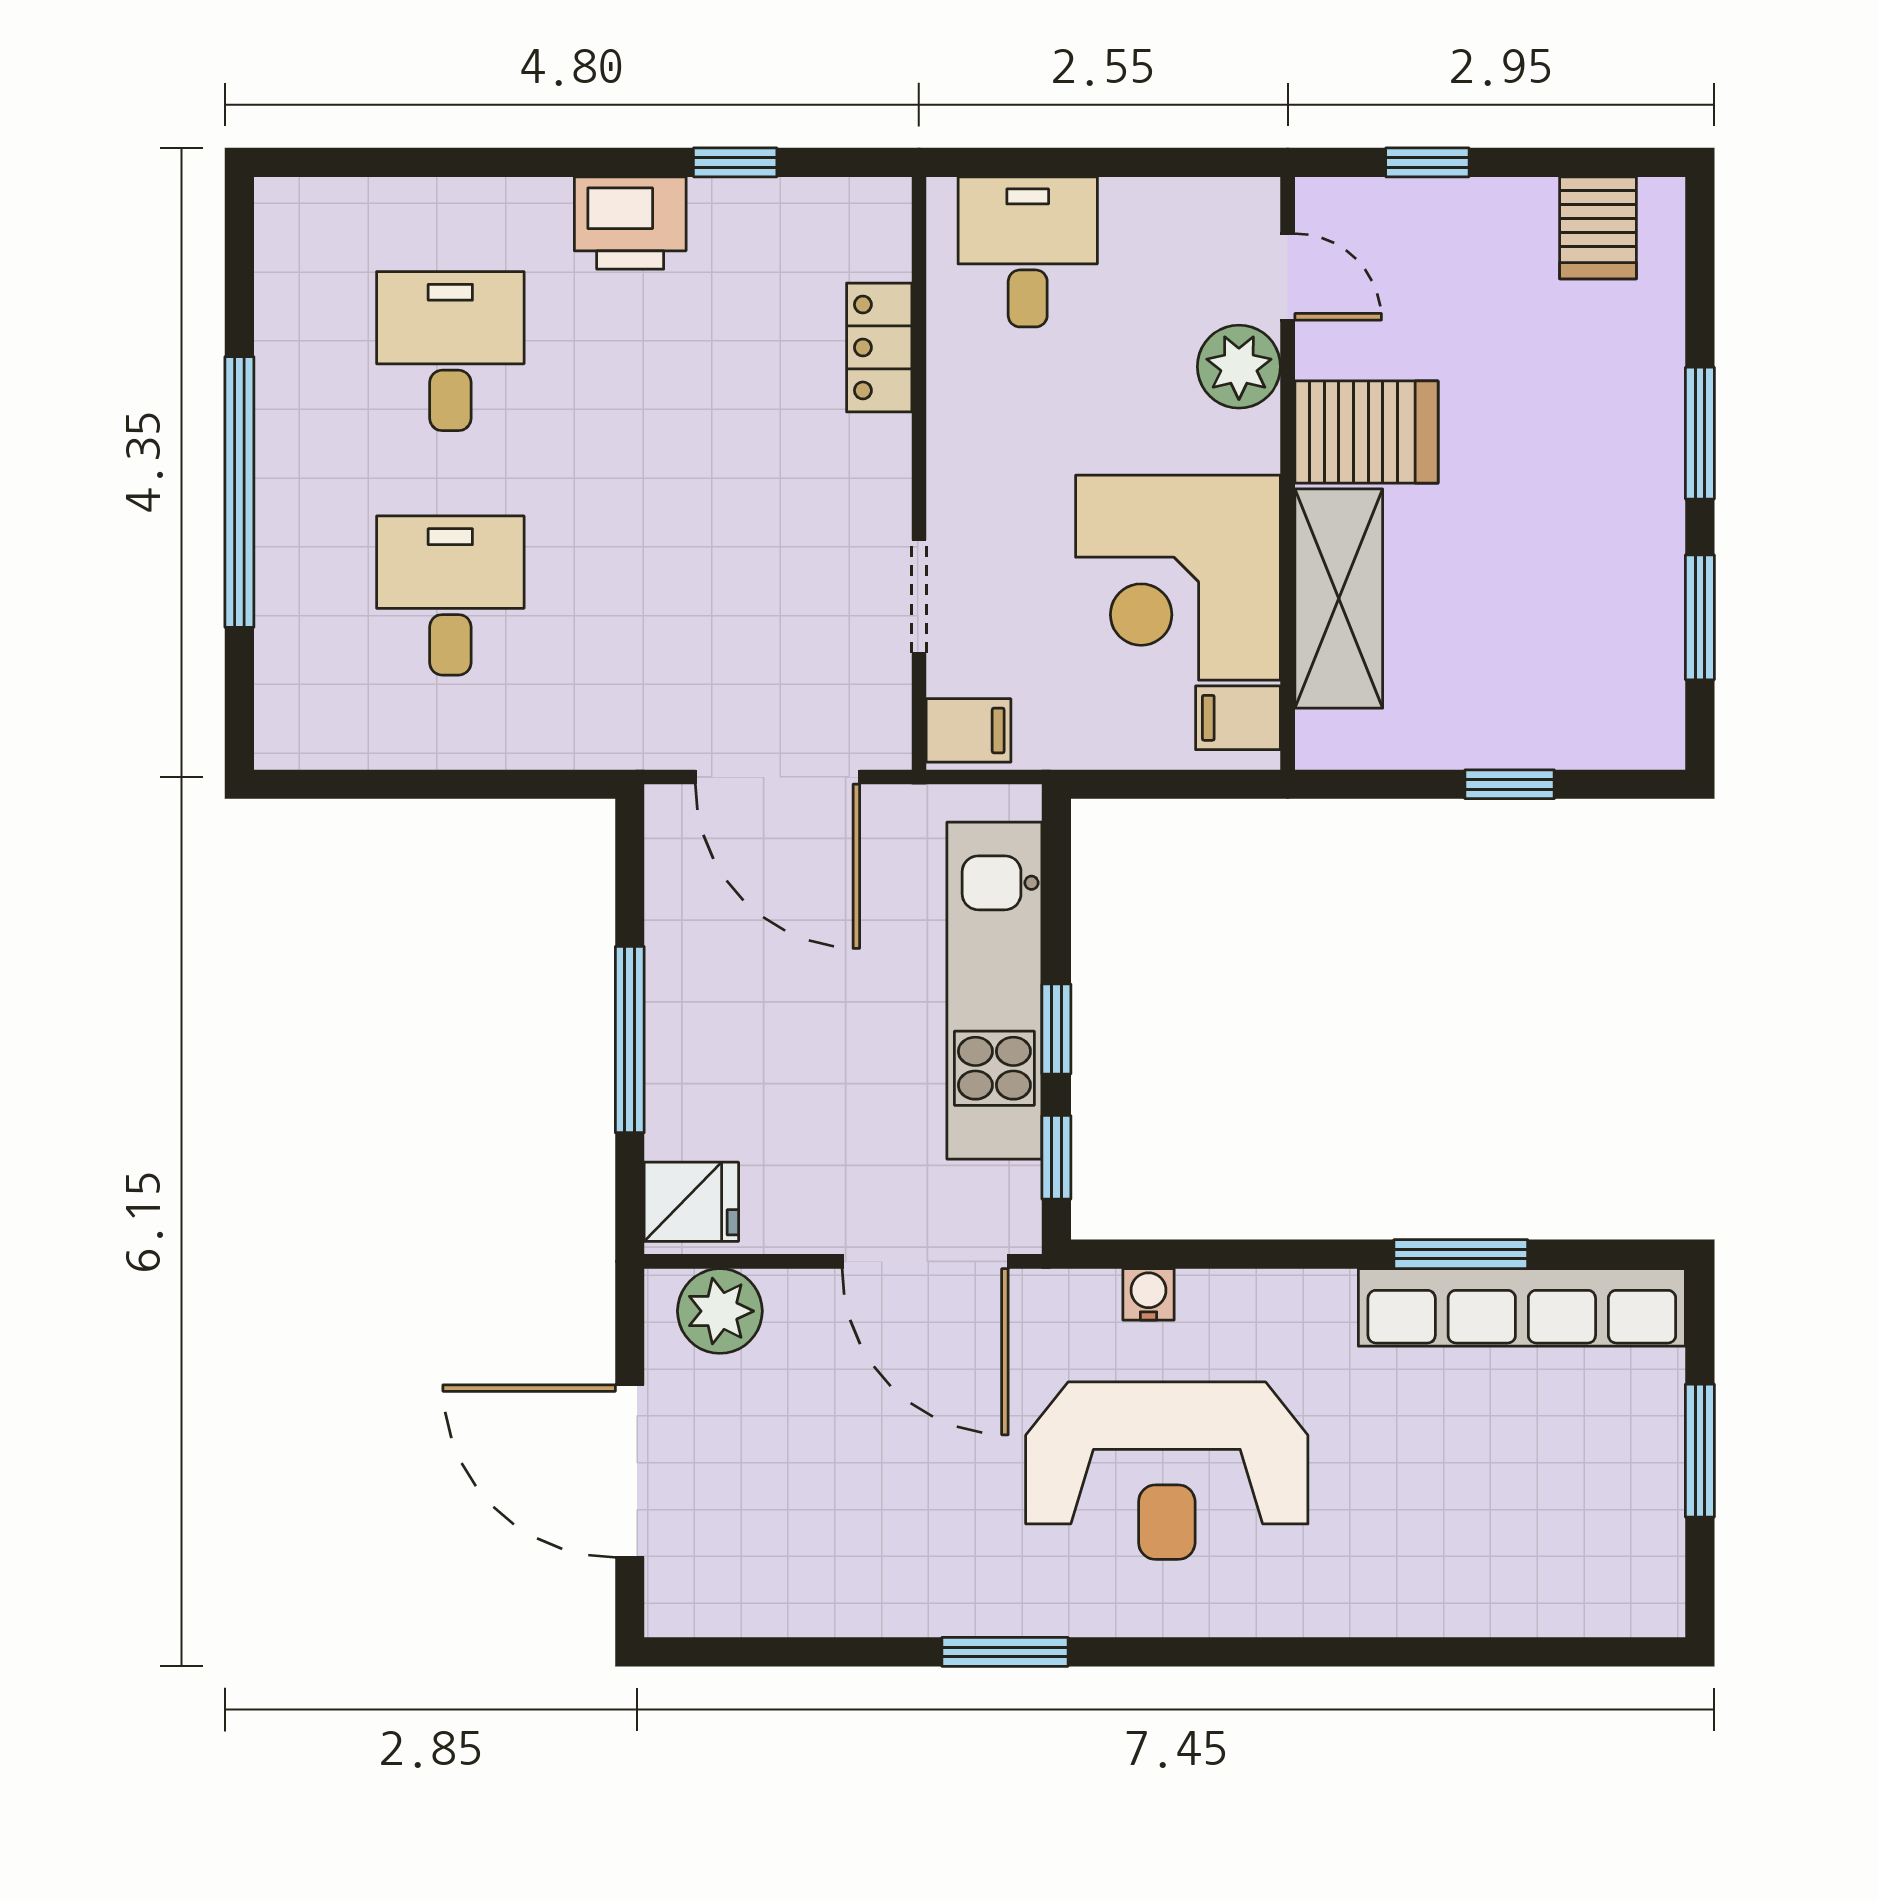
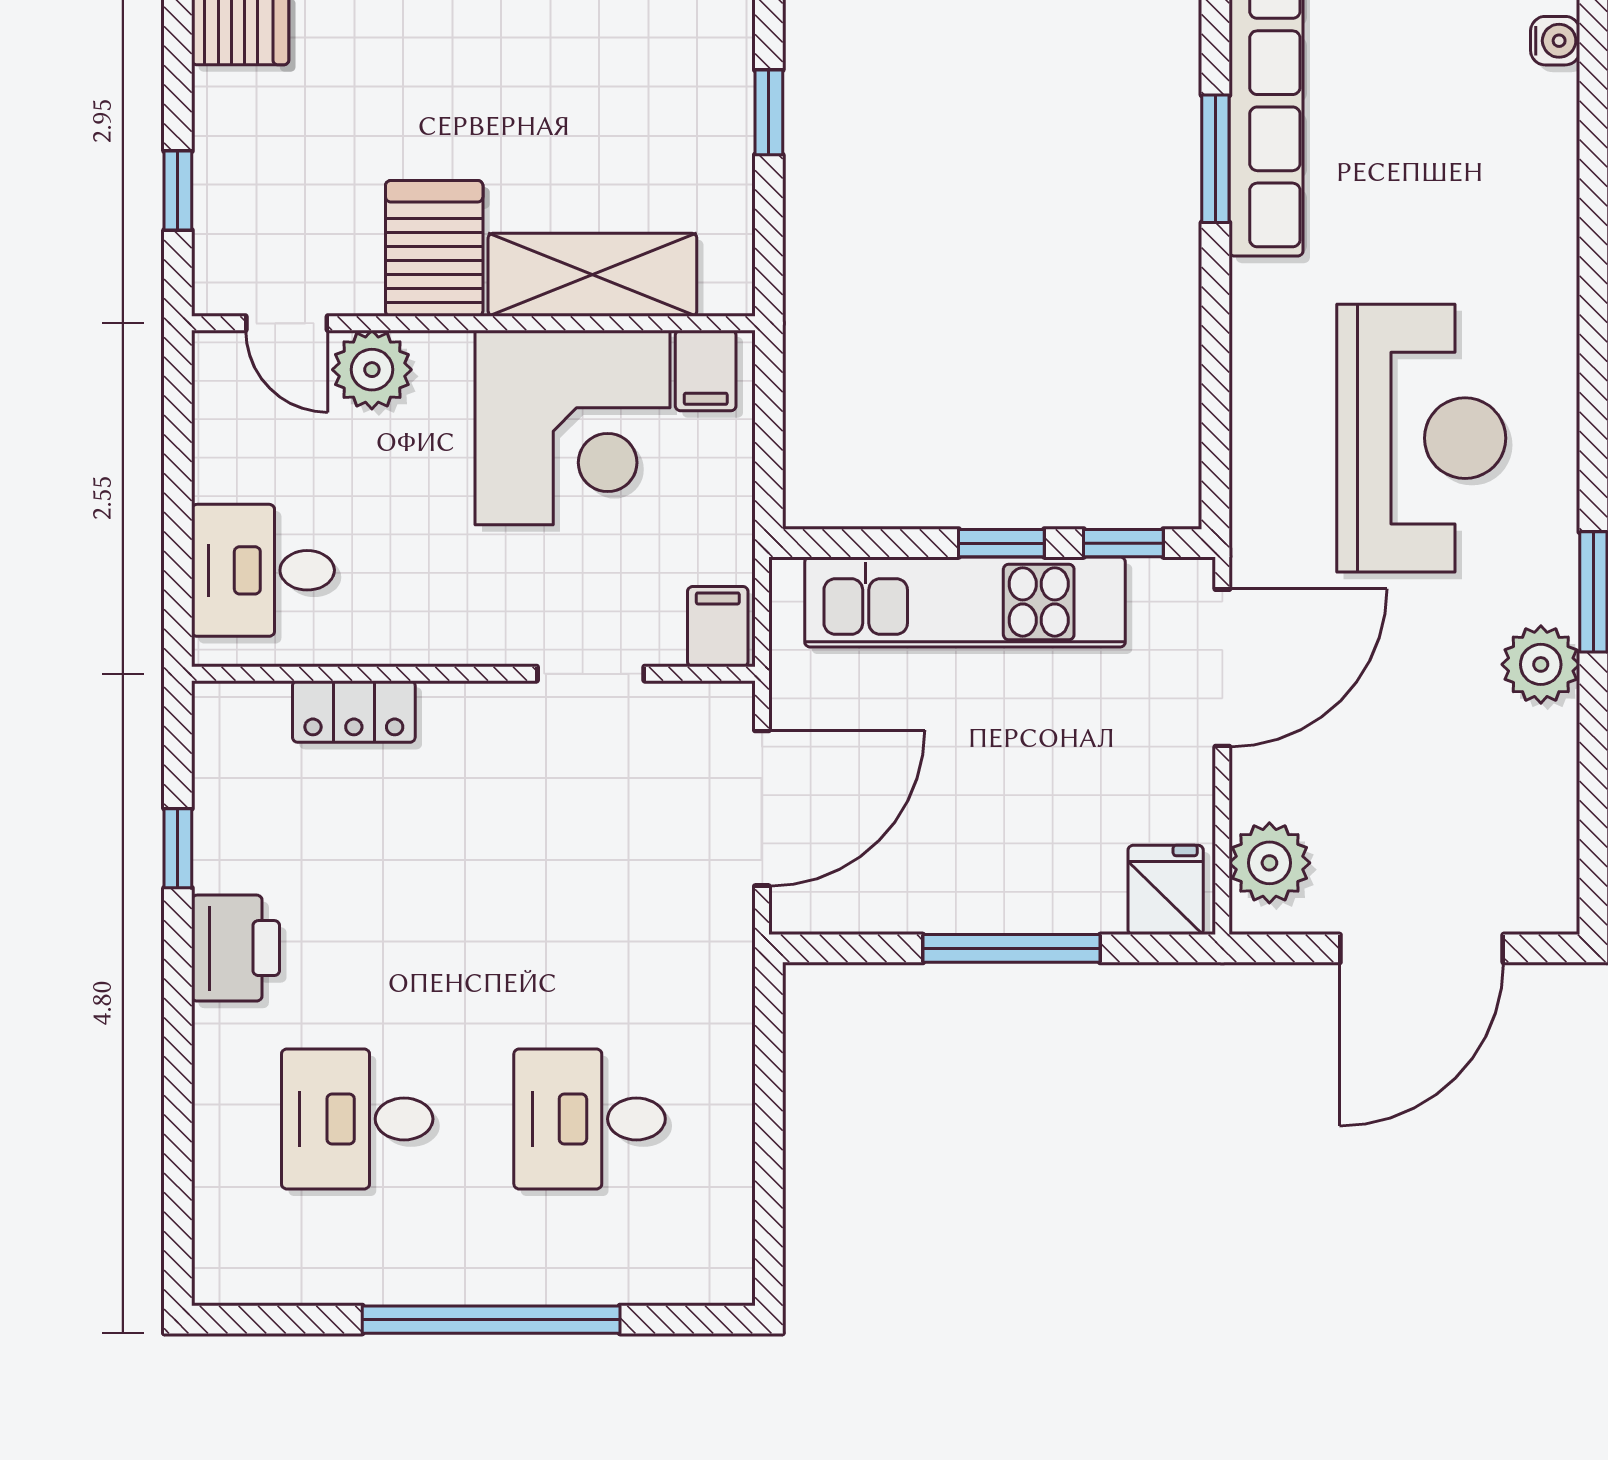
door: (1288, 277) -> (287, 323), swing flipped
water cooler: (1148, 1294) -> (1555, 41), moved, turned 180
plant: (929, 1596) -> (1541, 664), added

